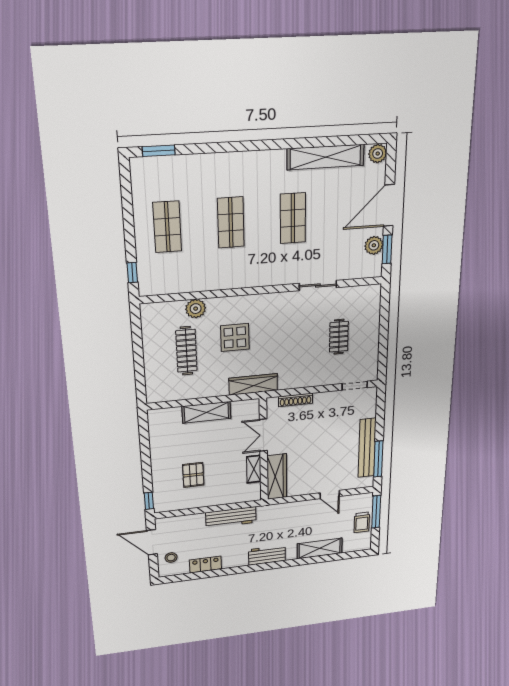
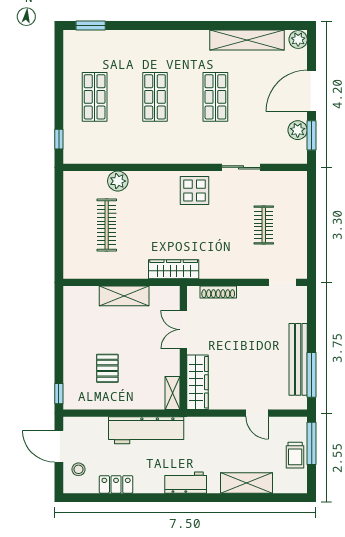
display table: (235, 337) -> (194, 191), moved
shelving: (254, 469) -> (172, 393), moved
workbench: (231, 517) -> (146, 430), width x1.36, depth x1.32

